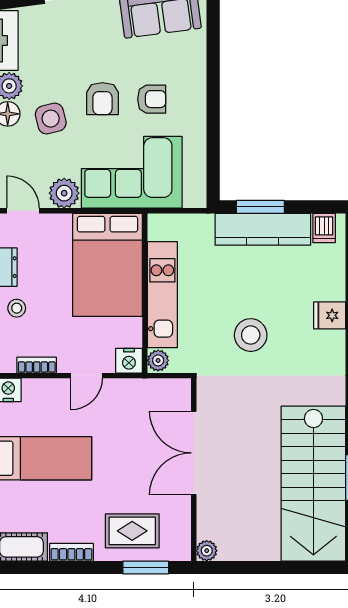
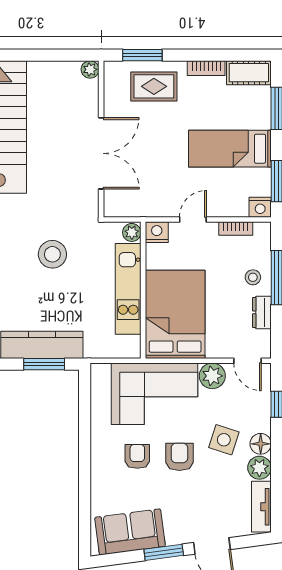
armchair: (152, 99) -> (137, 456), turned 90
side table: (51, 119) -> (224, 440), turned 32

